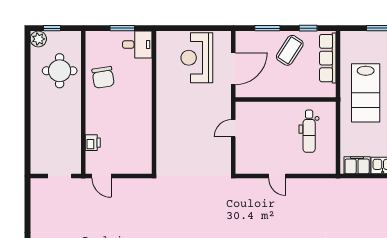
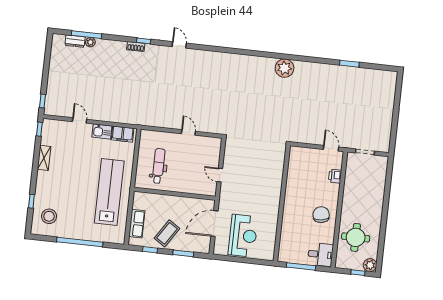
window: (122, 28) -> (301, 266), width x1.44
desk: (137, 45) -> (320, 254), moved, turned 180
row of seats: (328, 58) -> (137, 224), width x0.68
chair: (103, 77) -> (321, 215), moved
lab bench: (366, 93) -> (109, 192), width x1.36
door: (233, 128) -> (220, 175), swing flipped

